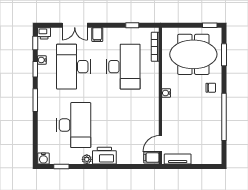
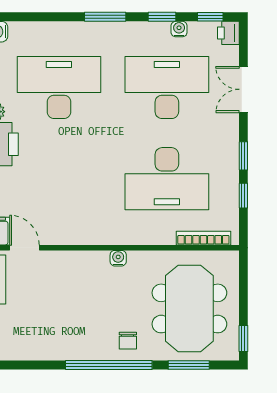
window: (111, 25) -> (243, 156), added
filing cabinet: (97, 35) -> (226, 131), removed
window: (224, 117) -> (109, 365), moved
desk: (74, 125) -> (59, 88), turned 180

